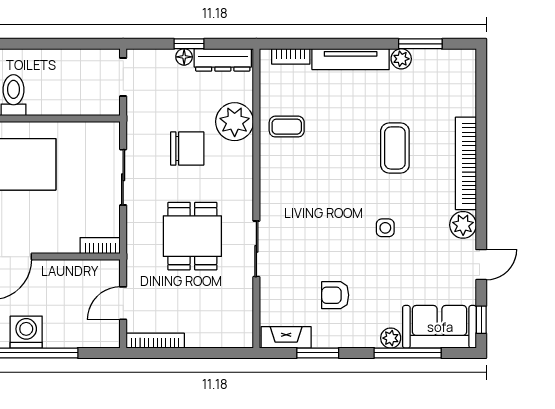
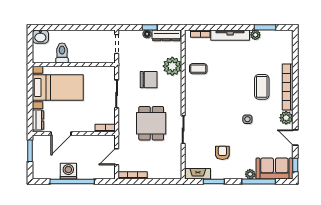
coffee table: (395, 148) -> (262, 87), moved
door: (481, 265) -> (295, 137), swing flipped
armchair: (335, 295) -> (222, 153), turned 90

